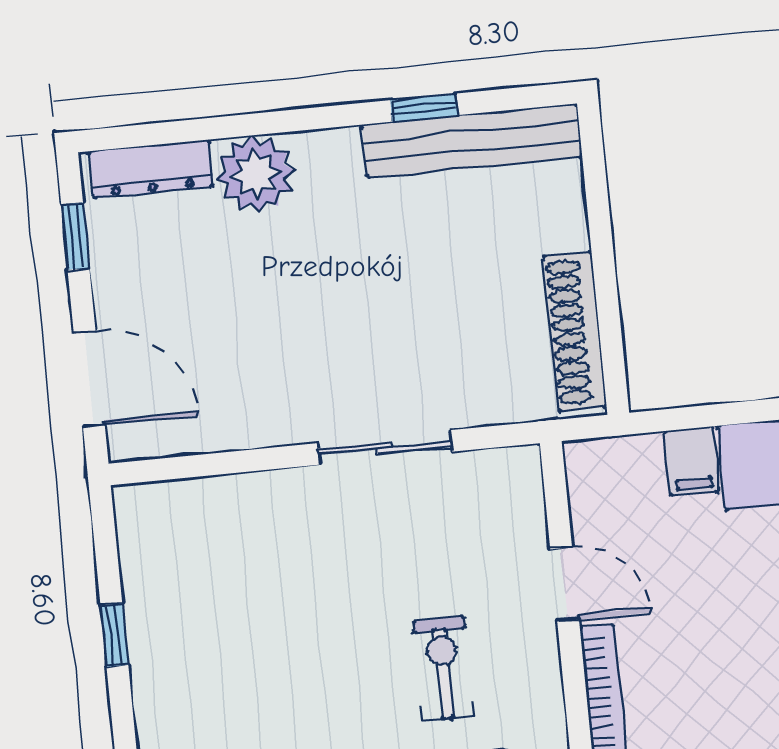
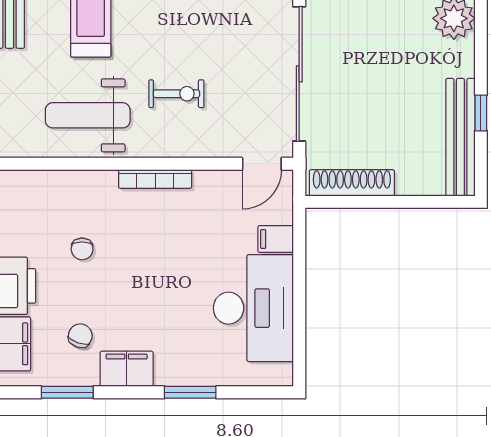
sliding door: (385, 447) -> (299, 74), width x1.86
door: (565, 584) -> (262, 164), moved

